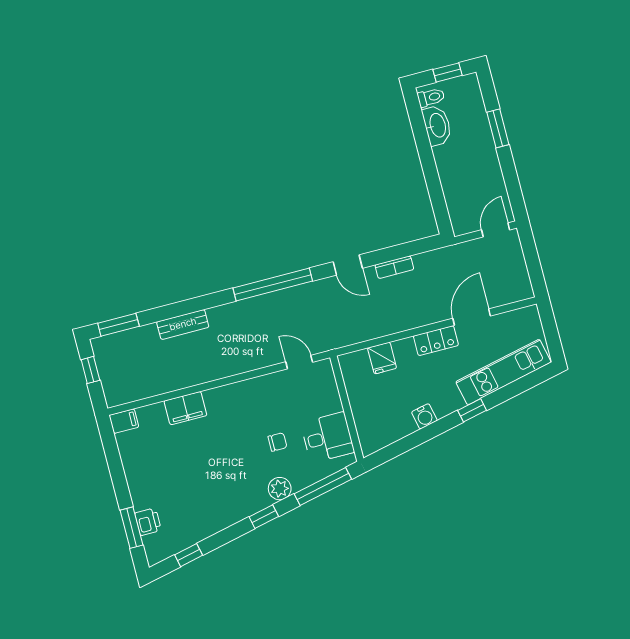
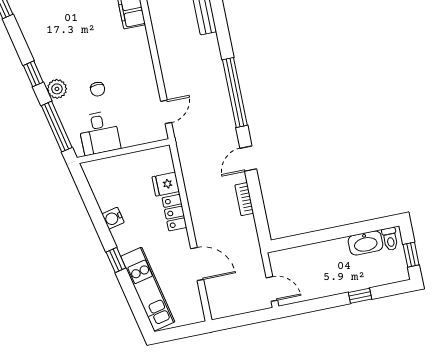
window: (498, 128) -> (360, 296), width x0.67
locker: (436, 341) -> (174, 213), moved

